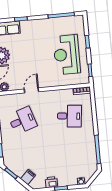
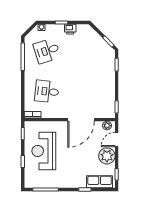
reception desk: (67, 55) -> (44, 151), turned 180
door: (31, 90) -> (81, 120), width x1.87
desk: (22, 120) -> (47, 51), moved
filing cabinet: (28, 177) -> (92, 36), removed

